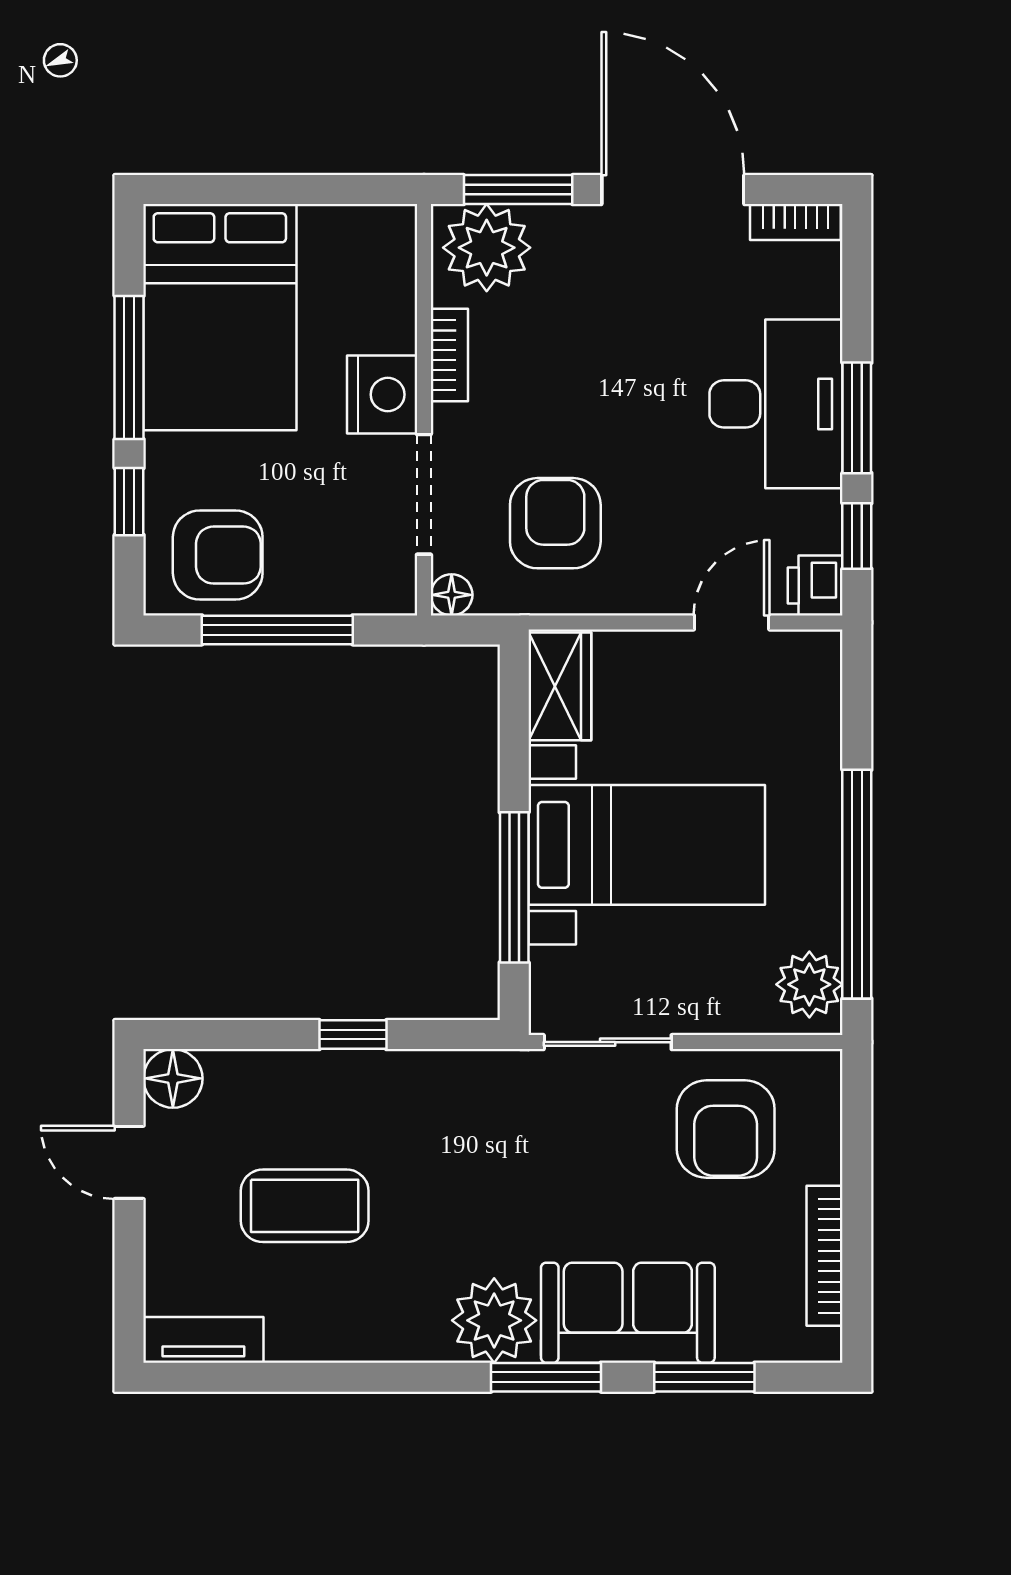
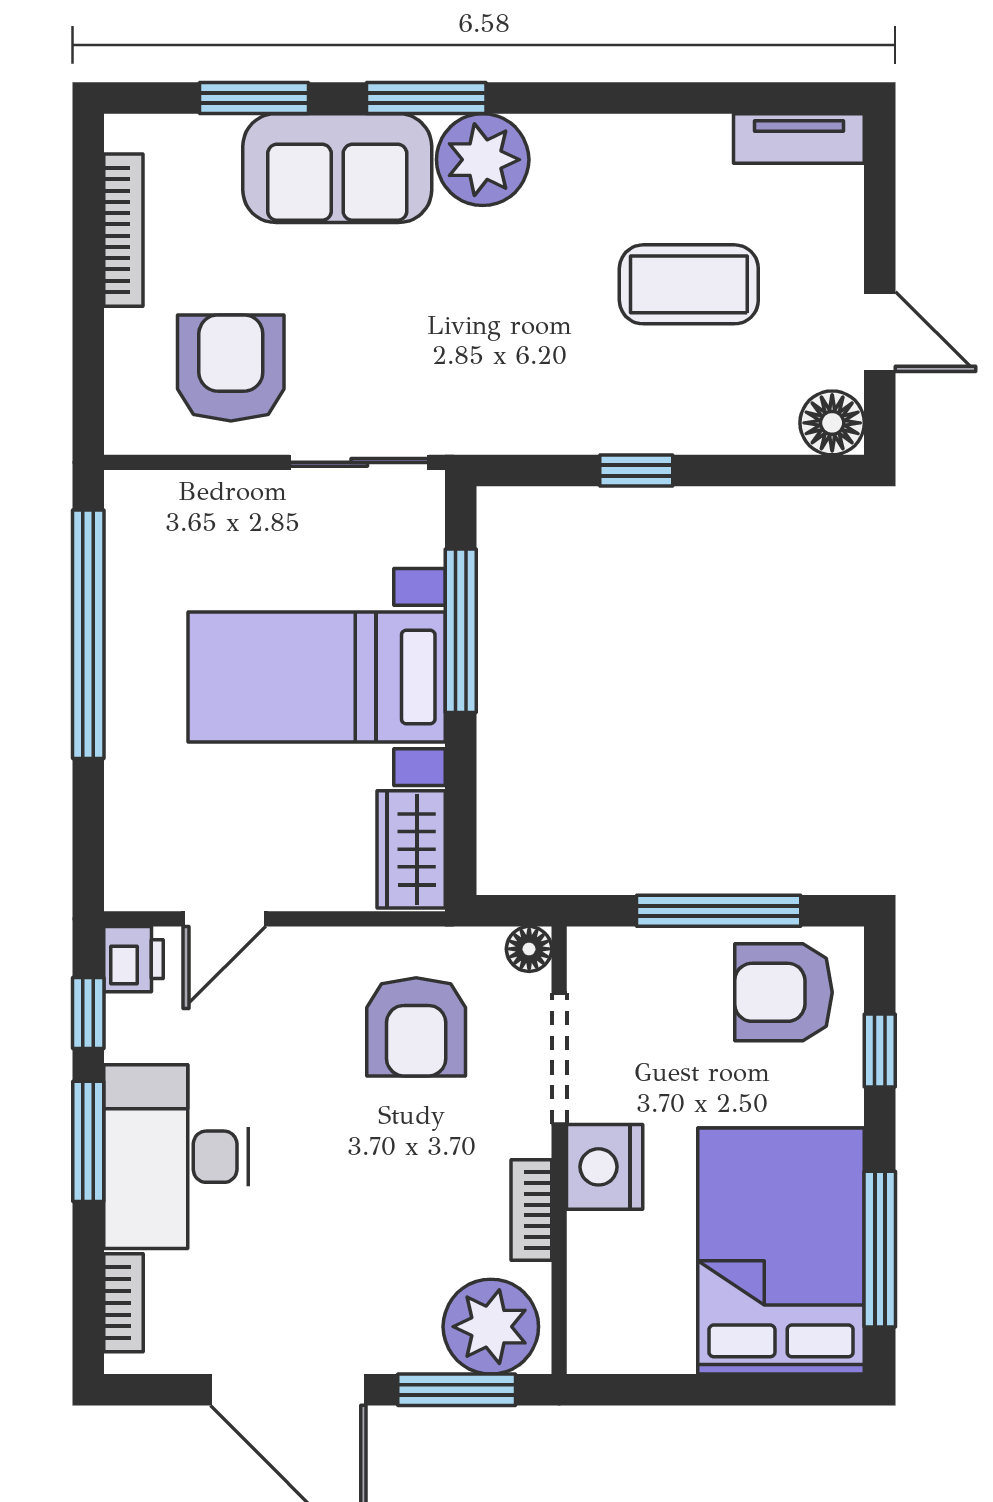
bookcase: (795, 222) -> (123, 1303), moved, turned 90
window: (129, 368) -> (880, 1249), moved
plant: (809, 984) -> (140, 525), removed

